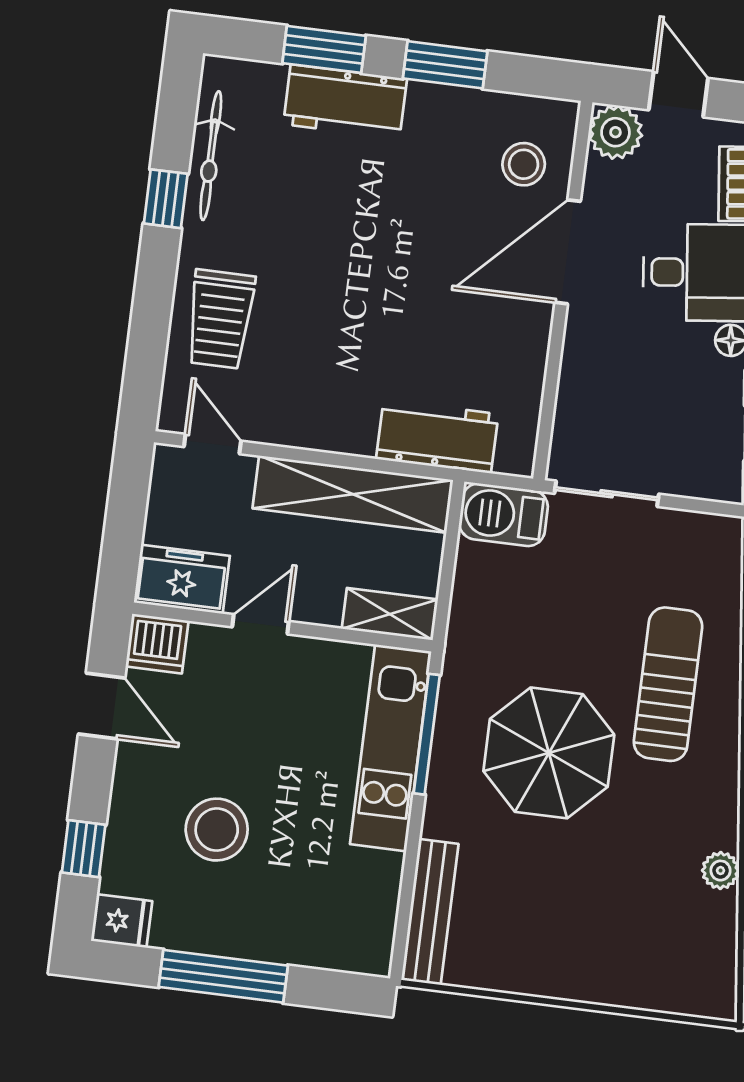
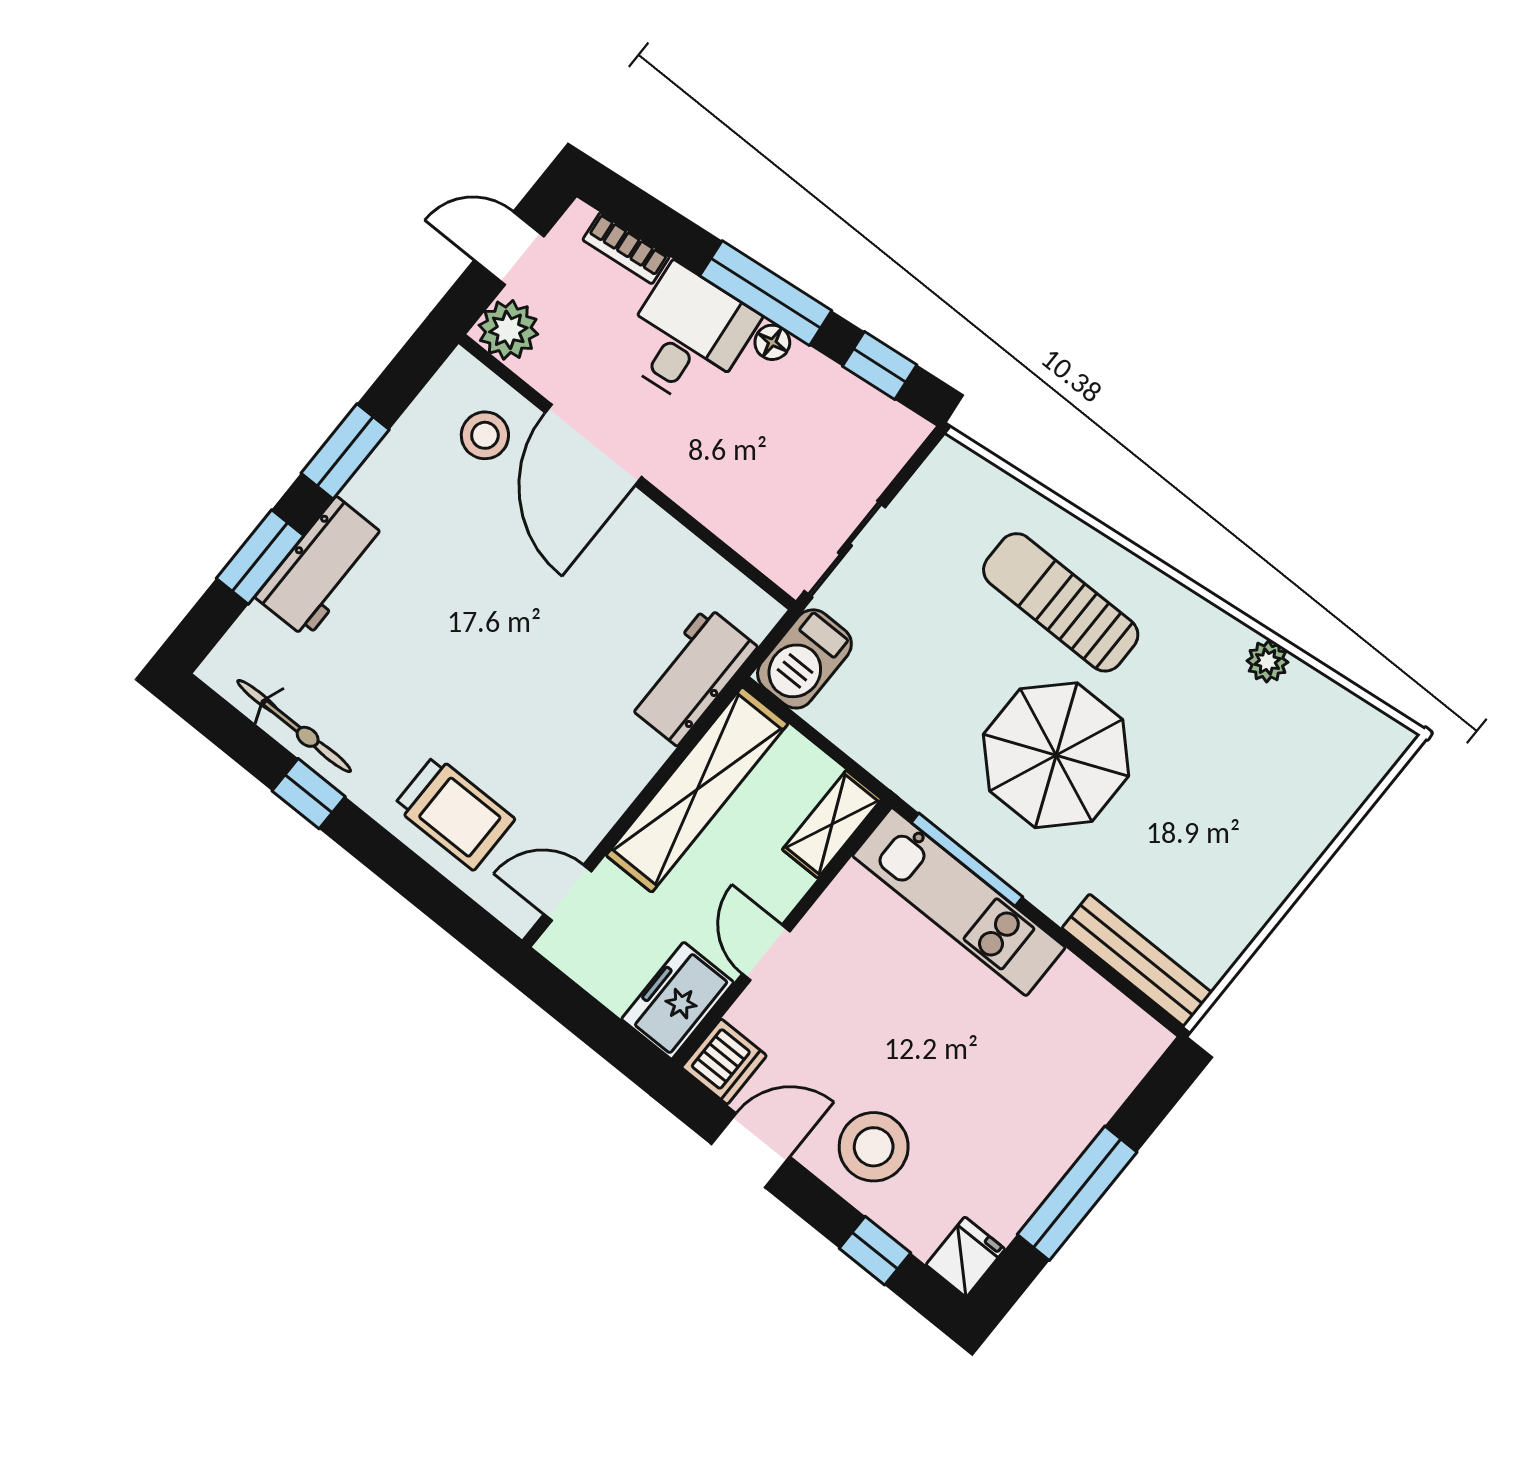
stool: (217, 830) -> (874, 1147), moved

